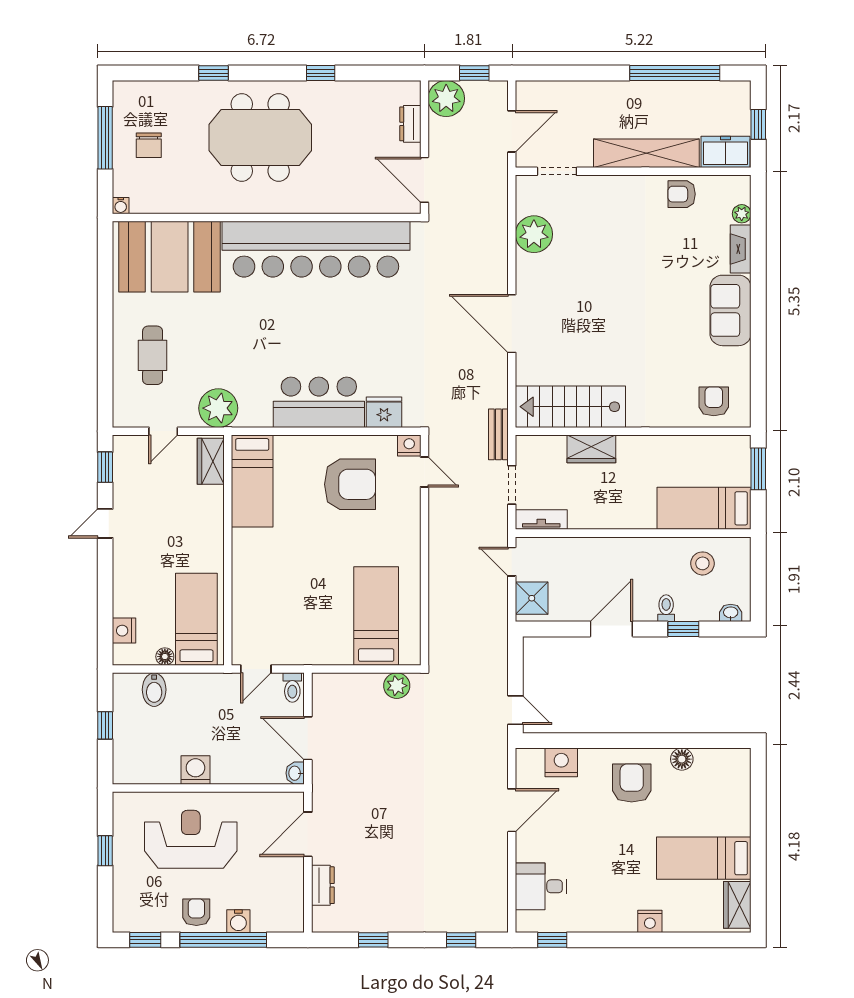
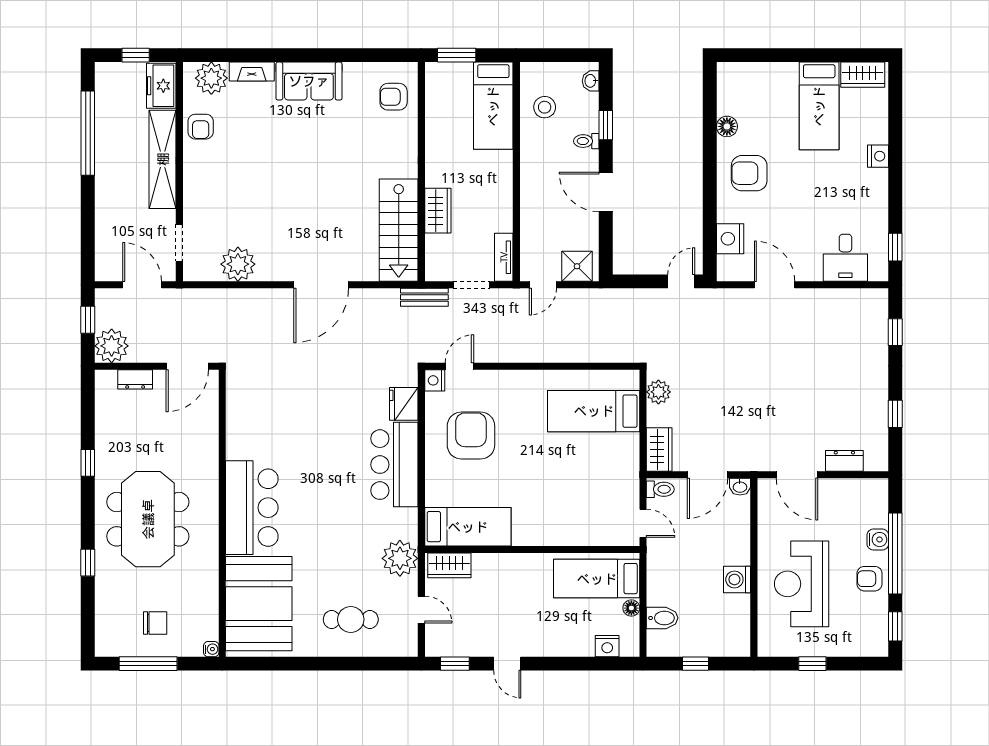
plant: (742, 214) -> (211, 78), width x1.88, depth x1.88
bar counter: (316, 249) -> (252, 508), width x0.54
wardrobe: (335, 686) -> (659, 450), added

